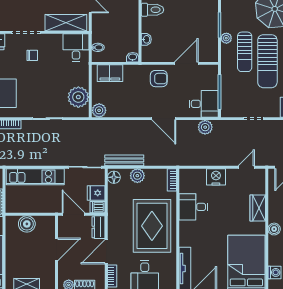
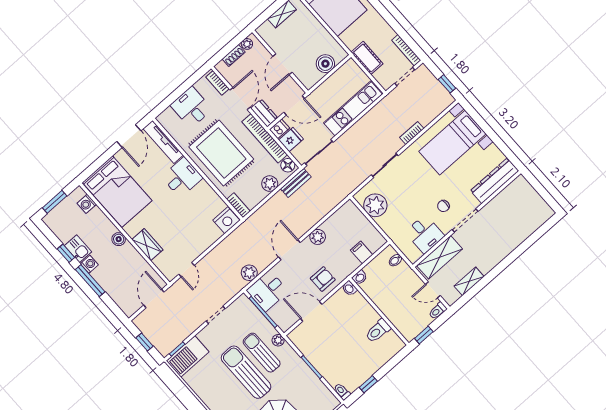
plant: (226, 38) -> (278, 340), moved
washbasin: (146, 39) -> (349, 288), moved
desk: (76, 48) -> (425, 234), moved
sun lounger: (245, 52) -> (262, 353), moved
door: (186, 63) -> (311, 311), swing flipped
filing cabinet: (110, 73) -> (362, 252), width x0.50
armchair: (159, 79) -> (323, 279), turned 180
plant: (99, 110) -> (318, 237), moved
door: (164, 119) -> (289, 250), hinge flipped
bench: (124, 160) -> (296, 183), width x0.73
nightstand: (216, 177) -> (226, 220), moved
desk: (193, 207) -> (182, 177), moved
bookcase: (113, 210) -> (265, 138), added

